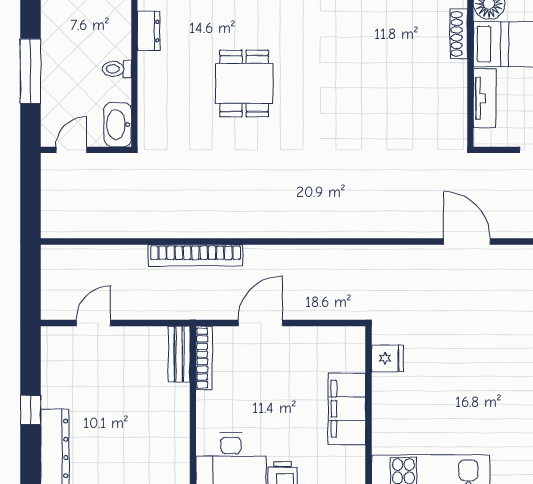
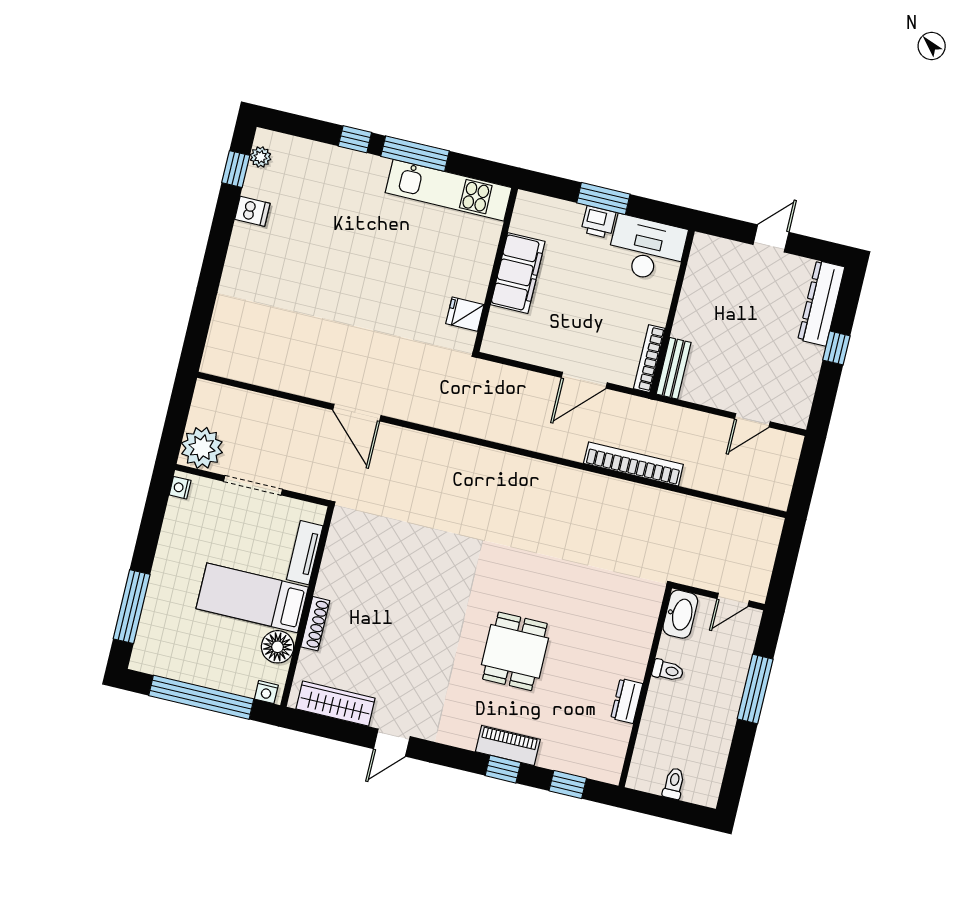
dining table: (244, 83) -> (515, 651), moved

